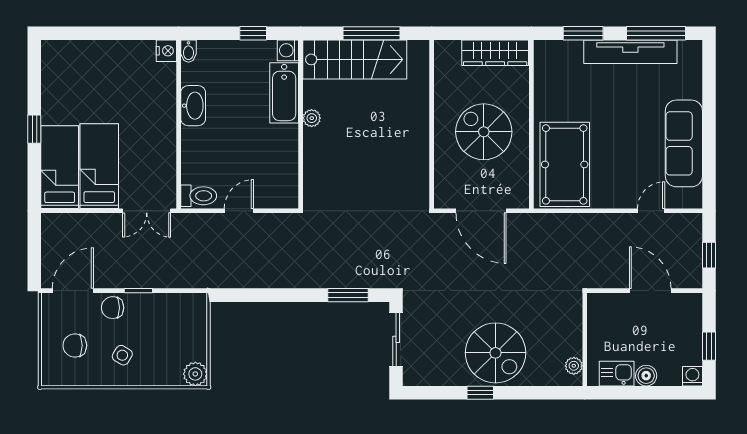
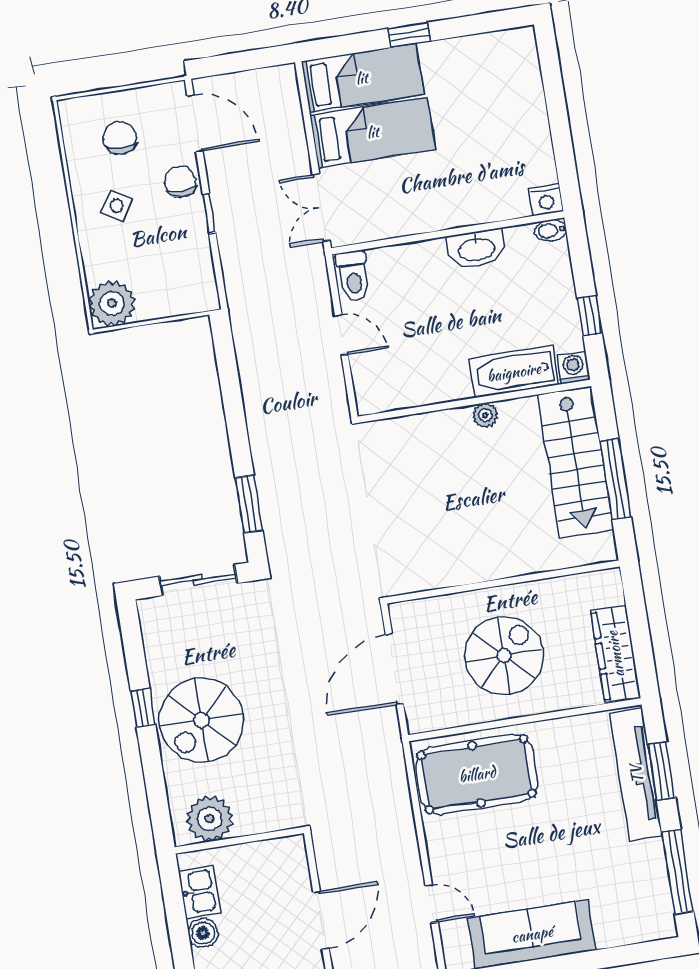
tv unit: (630, 52) -> (636, 774), moved
plant: (574, 366) -> (210, 819), width x1.88, depth x1.88
plant: (195, 374) -> (112, 303), width x1.36, depth x1.36

